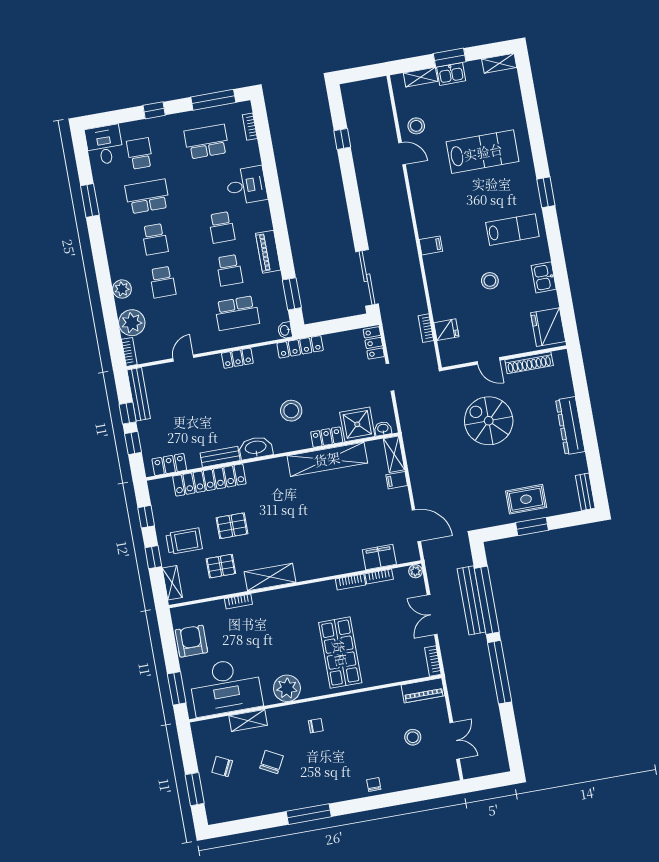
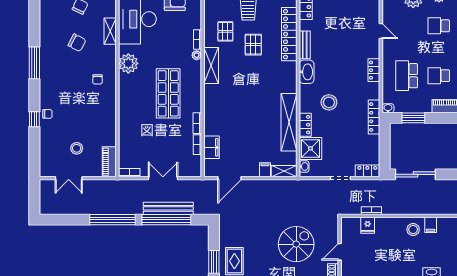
stool: (490, 281) -> (413, 229), moved
plant: (415, 571) -> (197, 55), moved
shop shelf: (340, 653) -> (168, 93), moved, turned 90
window: (384, 801) -> (34, 119), added

